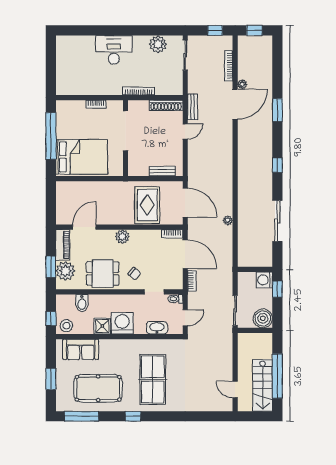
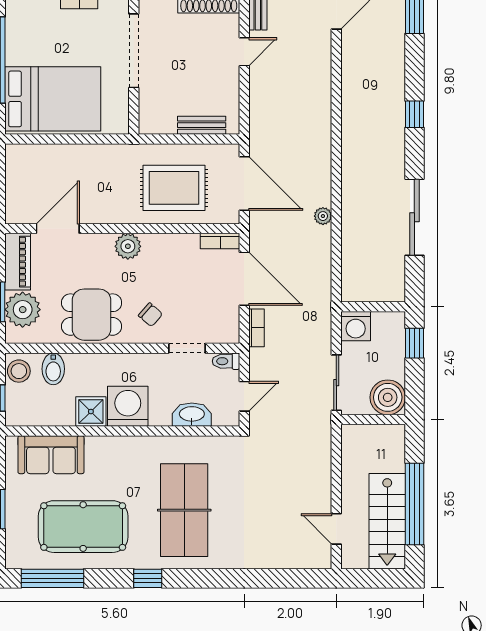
rug: (147, 205) -> (174, 188), turned 90
washing machine: (264, 280) -> (356, 326), moved, turned -90
stool: (66, 326) -> (19, 371), moved

